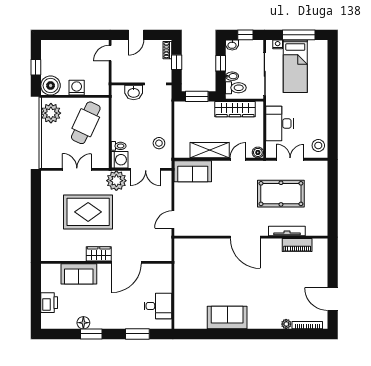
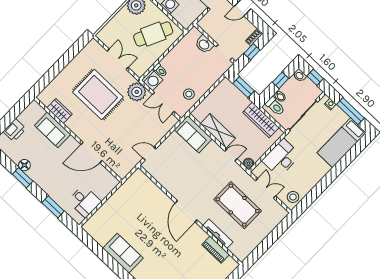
bed: (295, 66) -> (342, 143), moved
wardrobe: (99, 254) -> (59, 111), moved

